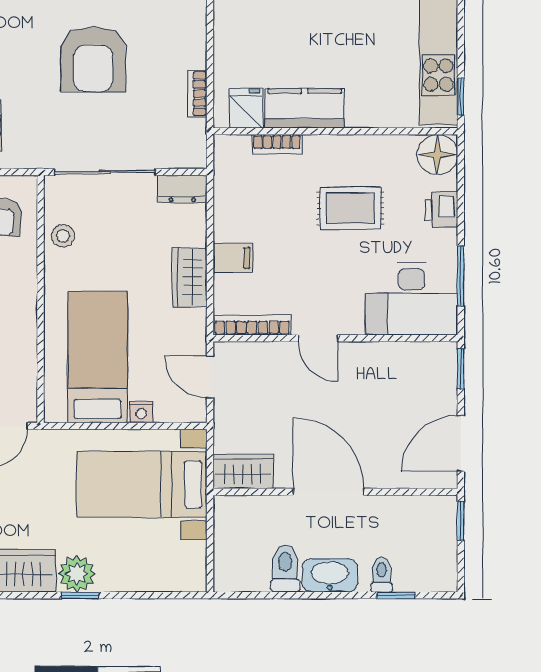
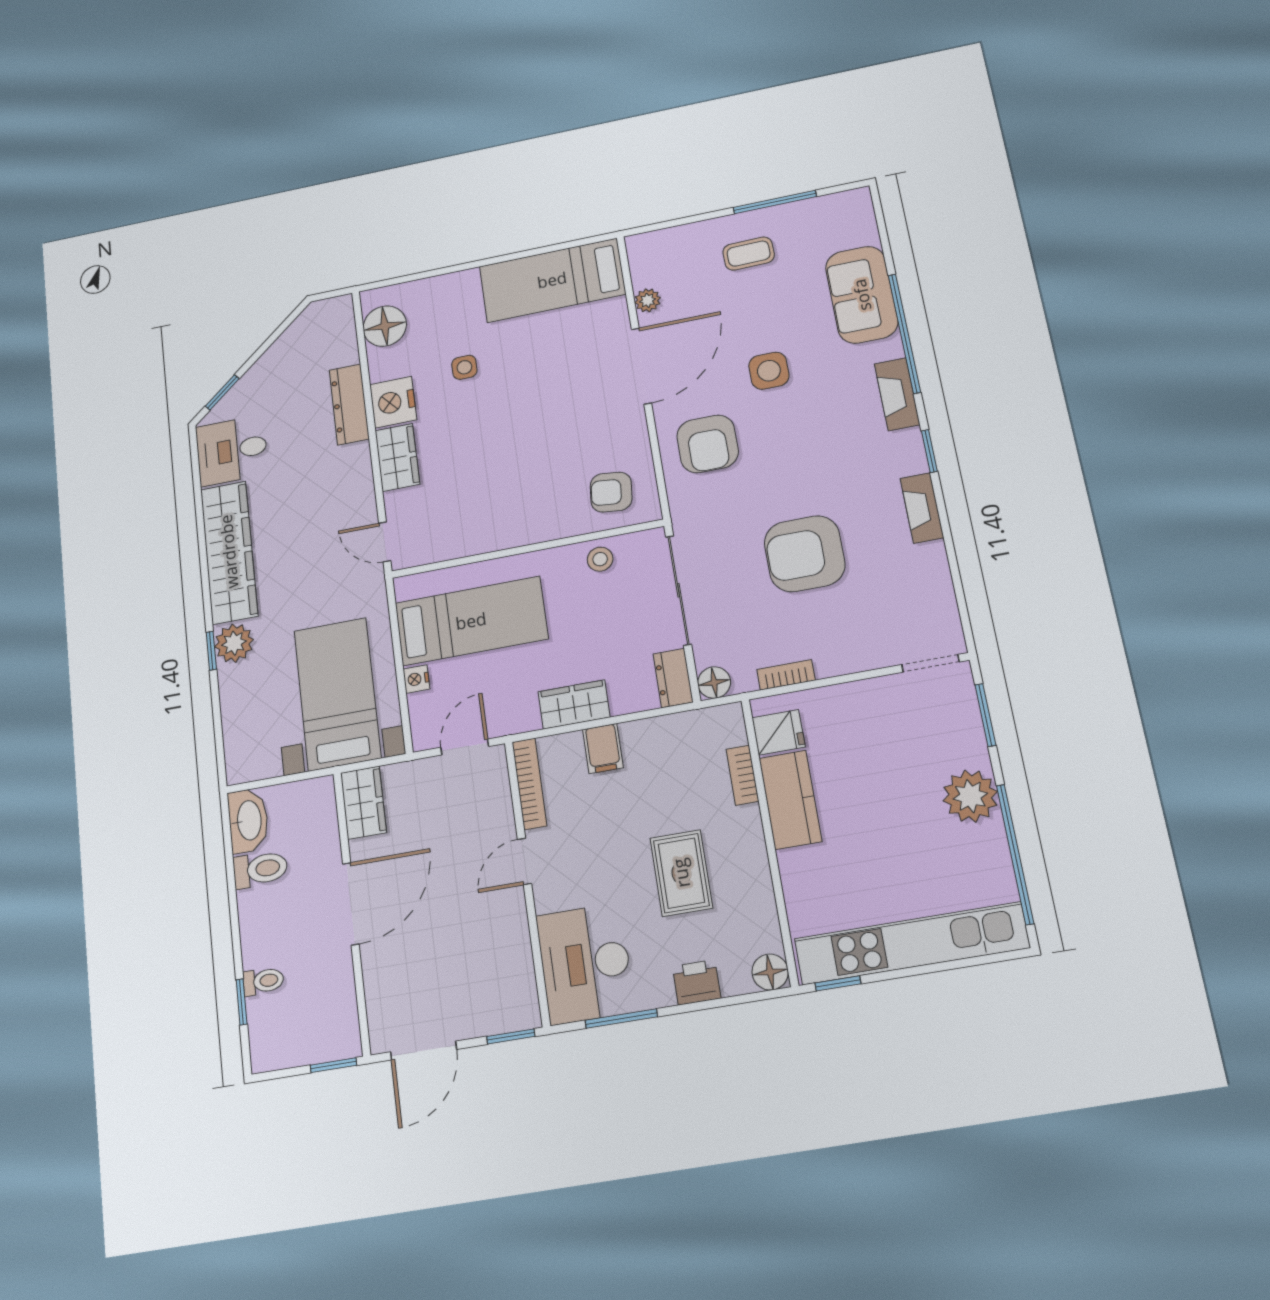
floor lamp: (193, 155) -> (714, 682), added
floor lamp: (437, 155) -> (770, 972), width x0.73, depth x0.73
door: (461, 443) -> (424, 1051), swing flipped
washbasin: (330, 575) -> (248, 820), moved

